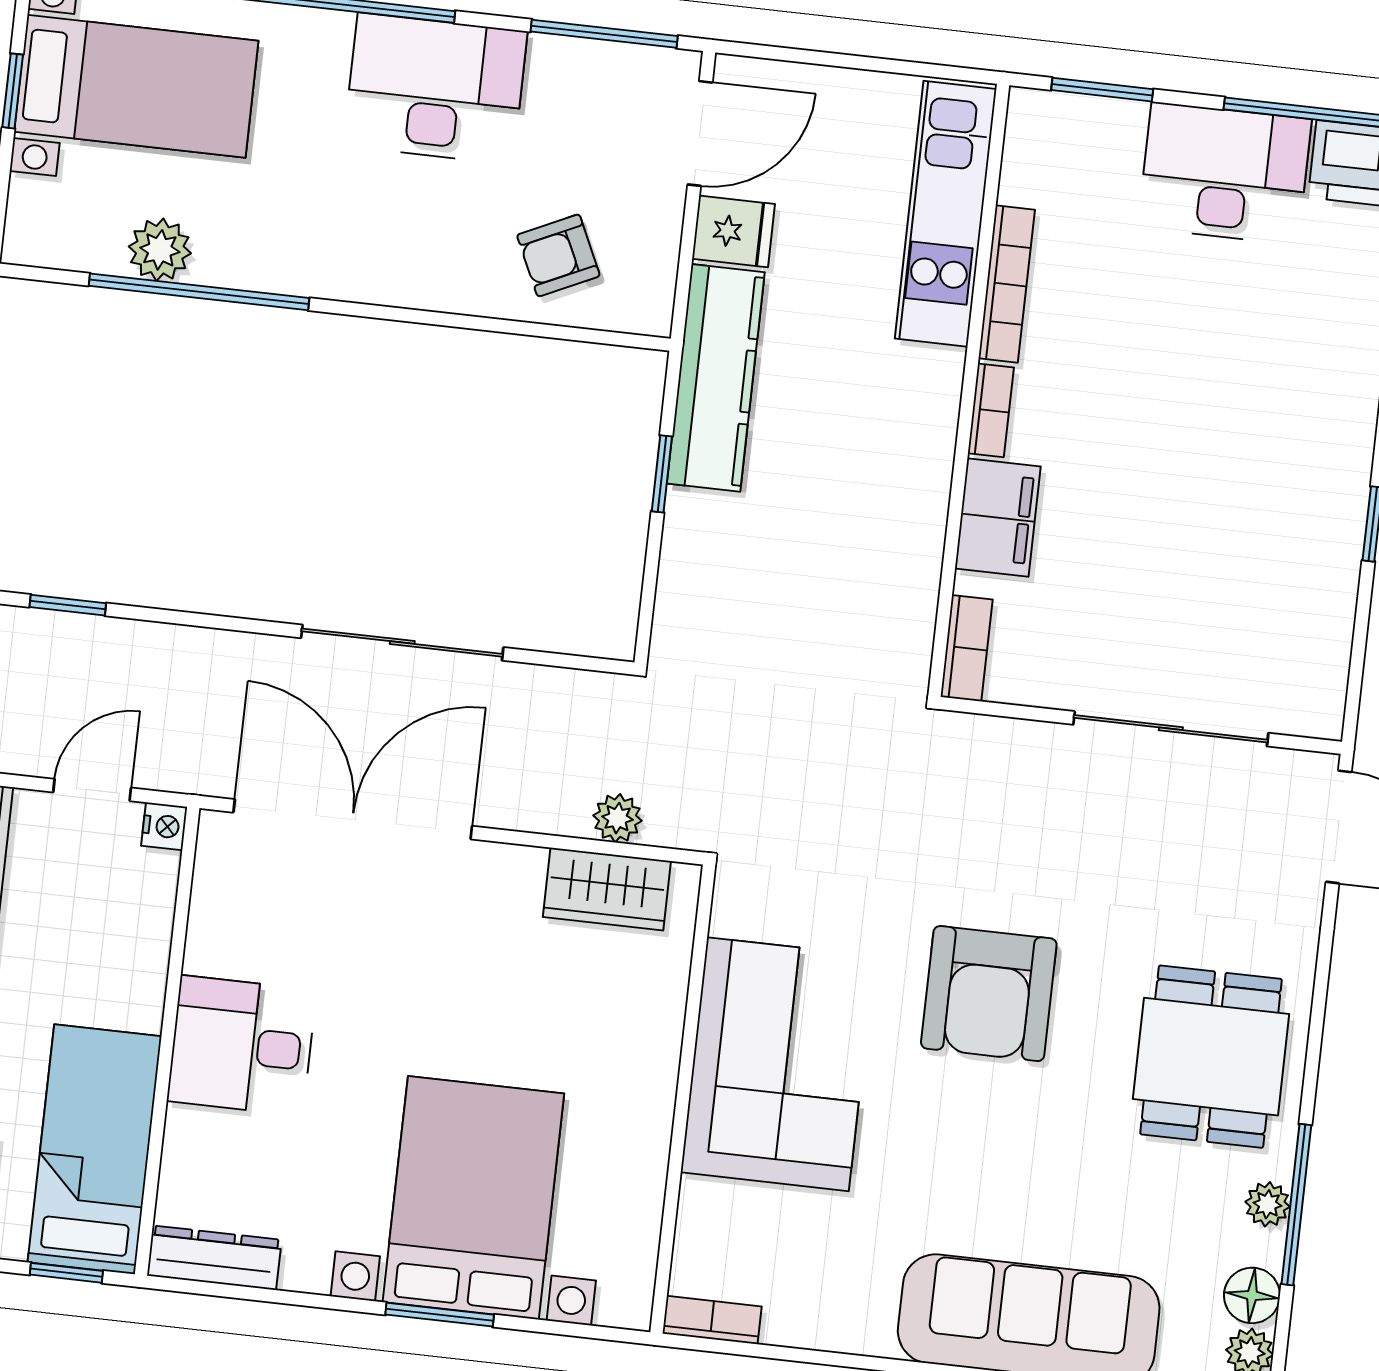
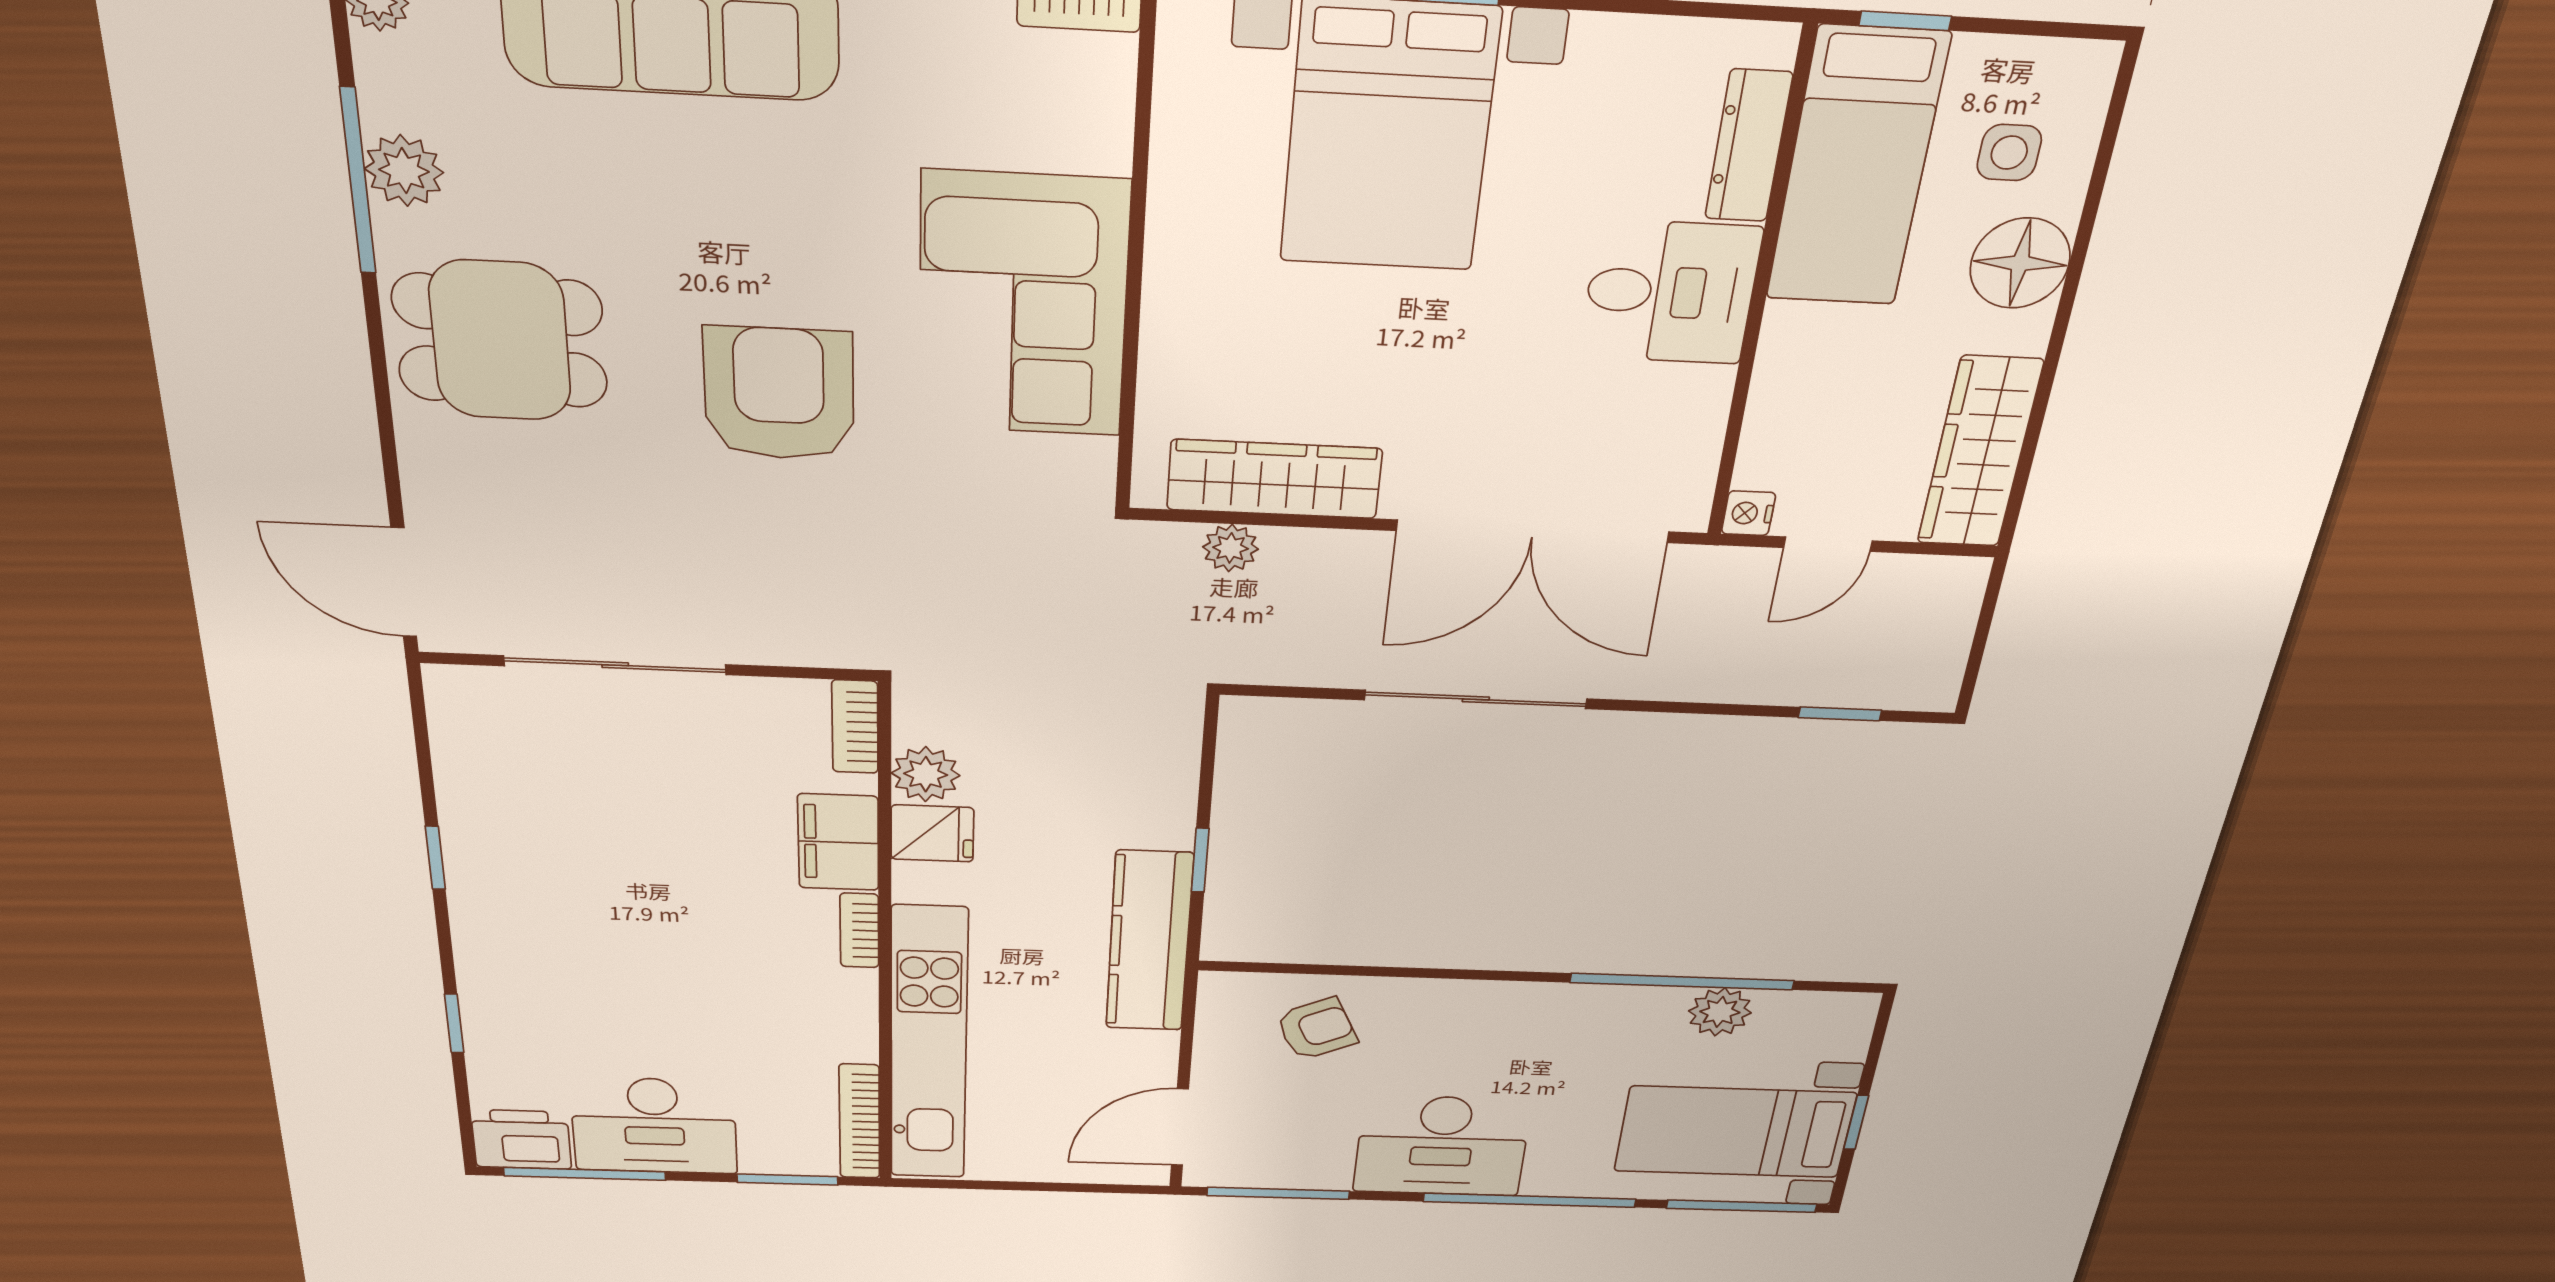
kitchen unit: (946, 214) -> (929, 1045), width x1.36
fridge: (733, 231) -> (932, 833), moved, turned 180
bookcase: (1007, 284) -> (859, 1122), moved
plant: (908, 591) -> (926, 774), added
wardrobe: (607, 889) -> (1274, 479), width x1.50
dining table: (1211, 1057) -> (500, 341), turned 90
plant: (1268, 1204) -> (404, 171), width x1.38, depth x1.38
dresser: (214, 1258) -> (1749, 146), moved, turned 90
floor lamp: (1252, 1295) -> (389, 71), removed

